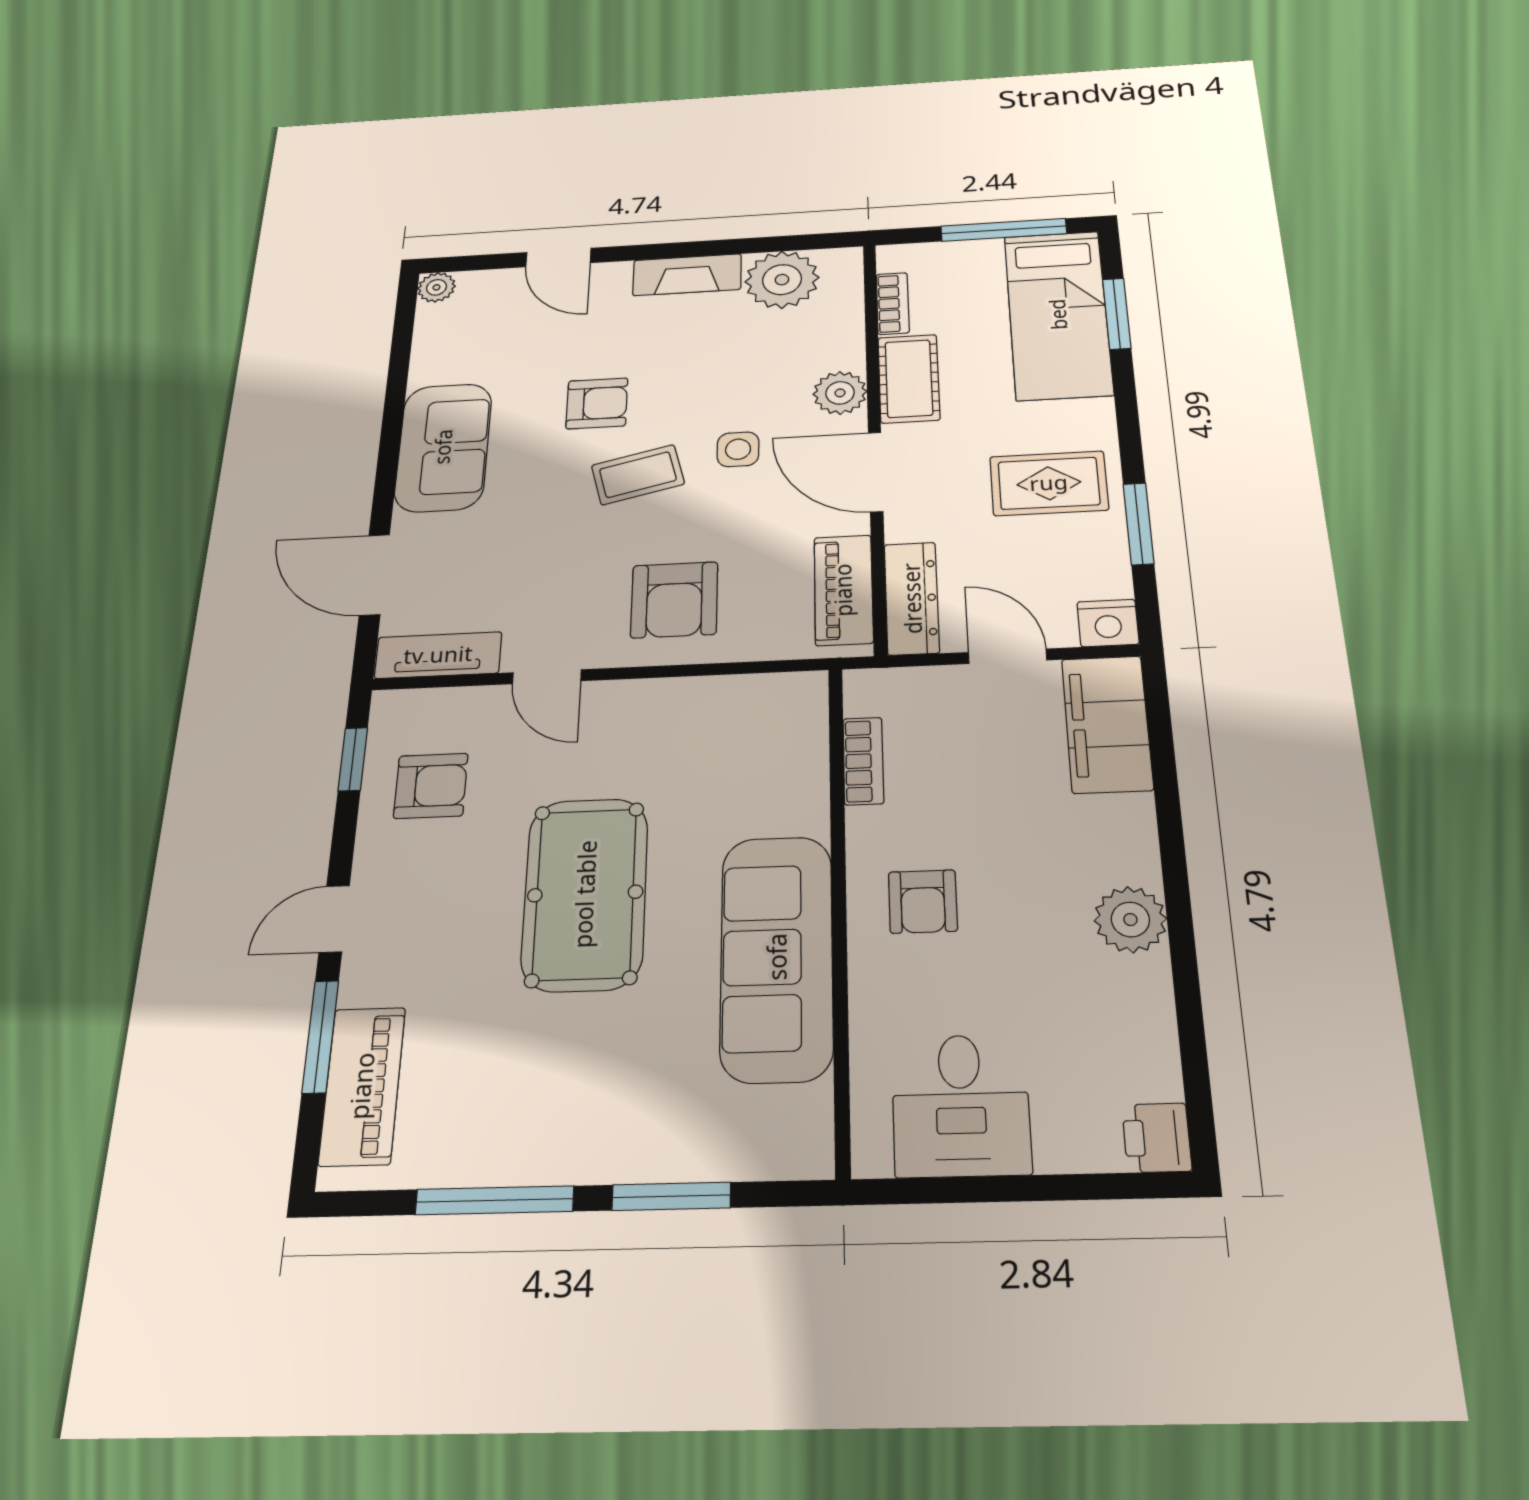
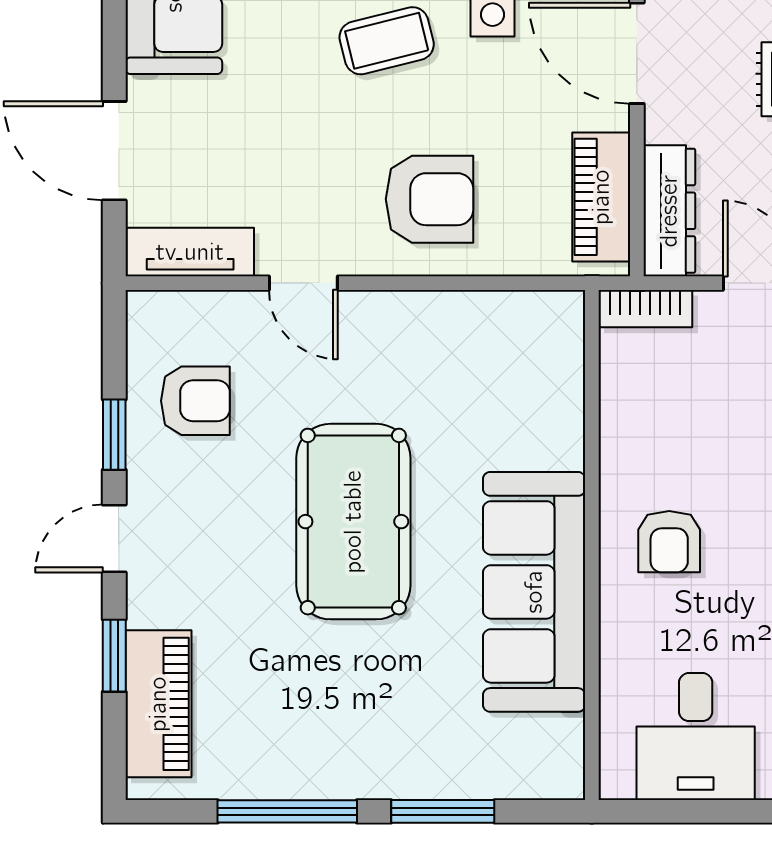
armchair: (674, 600) -> (429, 199), turned -90
window: (353, 759) -> (114, 435), moved
bookcase: (863, 761) -> (645, 309), moved, turned 90
window: (320, 1037) -> (114, 656), width x0.67

